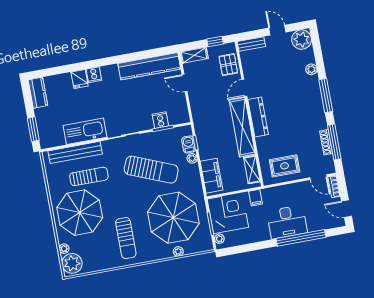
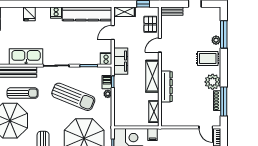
plant: (302, 40) -> (213, 82), moved
cooker: (94, 75) -> (56, 13), moved
door: (185, 83) -> (113, 32), hinge flipped
window: (326, 96) -> (224, 34), moved
dresser: (258, 117) -> (166, 87), moved
cooker: (160, 120) -> (106, 59), moved
shelving: (242, 127) -> (152, 76), width x0.68
rug: (285, 166) -> (208, 58), moved
filing cabinet: (212, 176) -> (121, 61), moved

